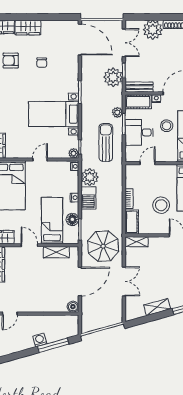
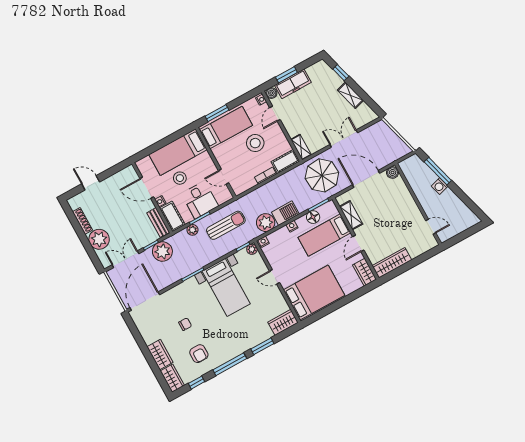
sun lounger: (106, 143) -> (226, 225), turned 180

